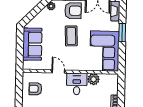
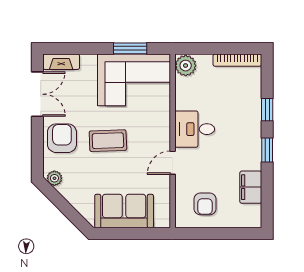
window: (122, 32) -> (130, 48), moved
plant: (94, 79) -> (186, 66), moved

